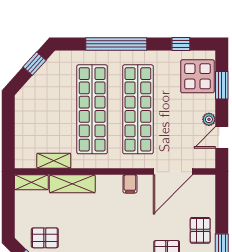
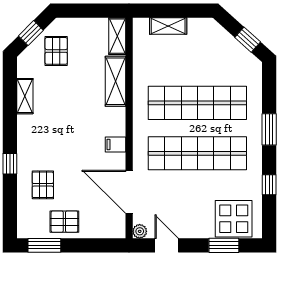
window: (116, 44) -> (269, 129), width x0.47
window: (181, 44) -> (269, 185), moved
plant: (209, 119) -> (140, 231), moved
shelving: (54, 161) -> (168, 26), moved, turned 90

